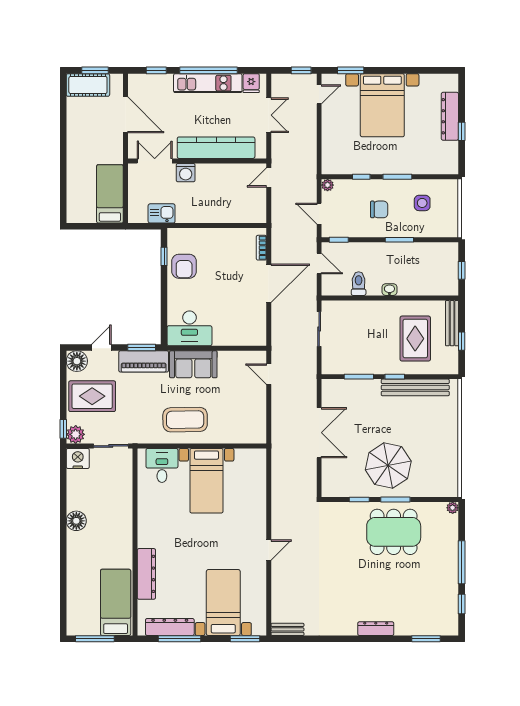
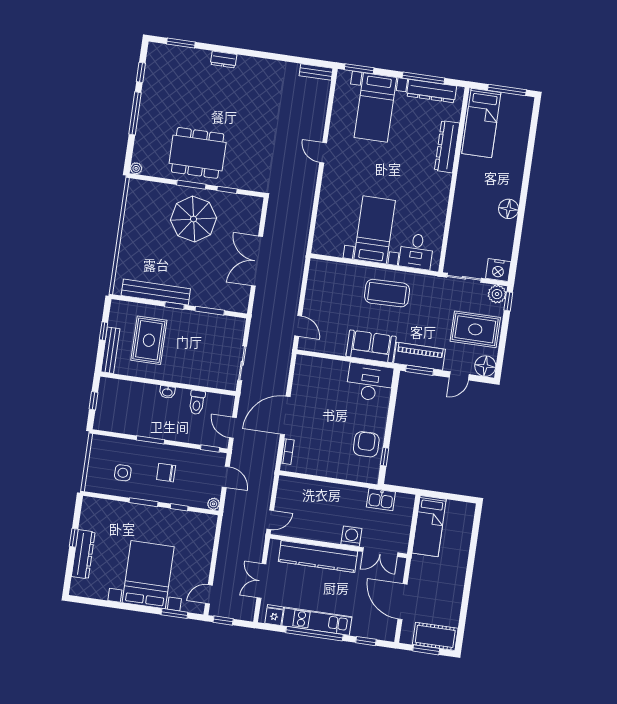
door: (269, 550) -> (323, 153), hinge flipped
dresser: (376, 629) -> (224, 59), width x0.70

